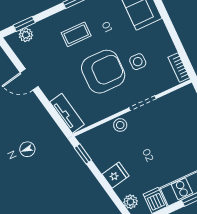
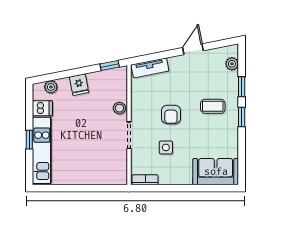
window: (24, 24) -> (242, 87), moved
coffee table: (76, 34) -> (213, 106), turned 90
armchair: (103, 72) -> (171, 114), width x0.53, depth x0.53

